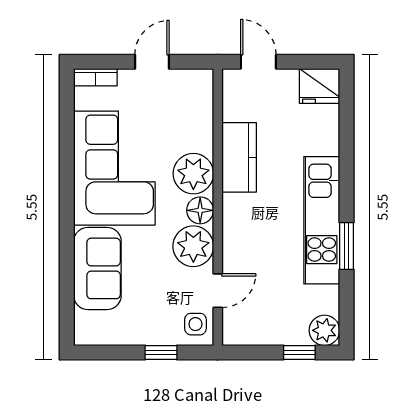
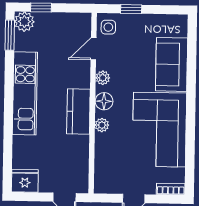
kitchen counter: (239, 157) -> (78, 112), moved
plant: (193, 174) -> (102, 125), width x0.53, depth x0.53
plant: (193, 246) -> (103, 78), width x0.53, depth x0.53
window: (347, 246) -> (10, 35), moved

